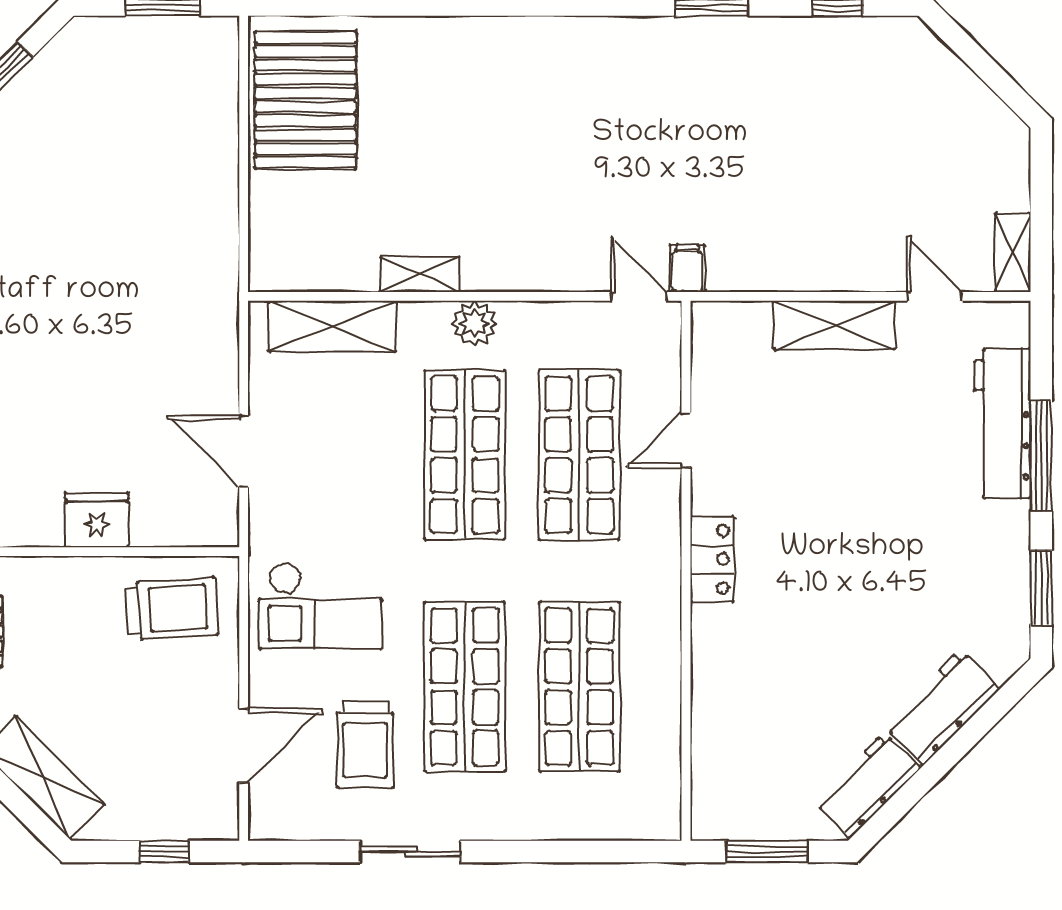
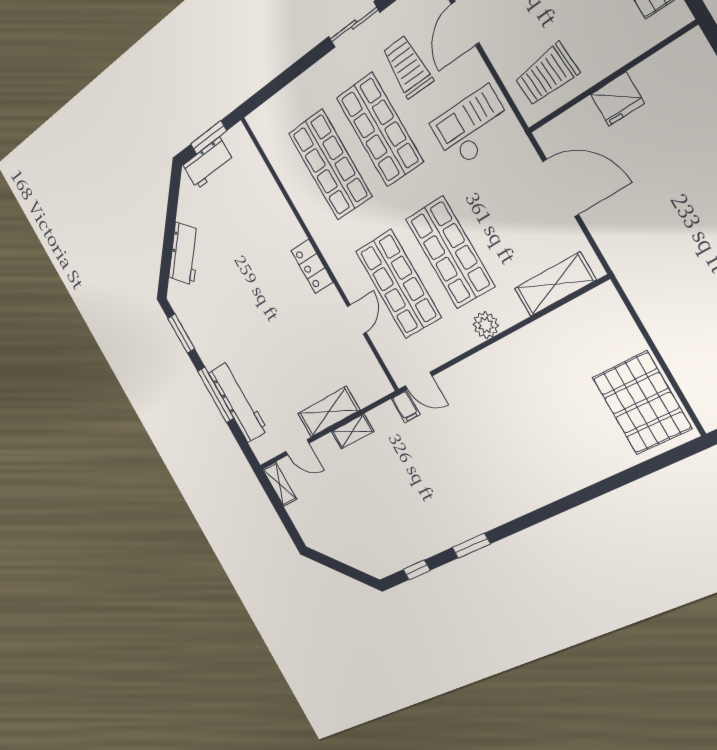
shelving: (420, 274) -> (352, 431), moved
door: (244, 451) -> (561, 188), width x1.36
workbench: (867, 785) -> (208, 163), moved, turned 45

